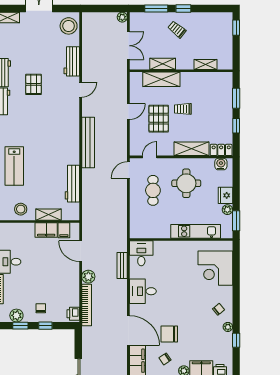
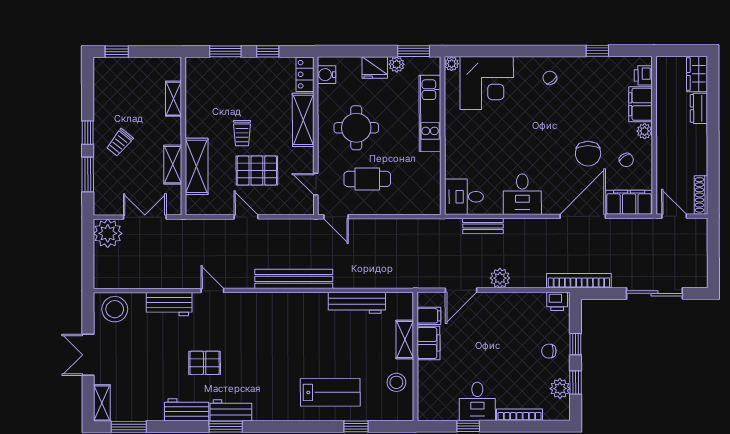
plant: (122, 17) -> (108, 233), width x1.87, depth x1.87
bookcase: (87, 305) -> (579, 281), moved
plant: (228, 327) -> (452, 64), moved

